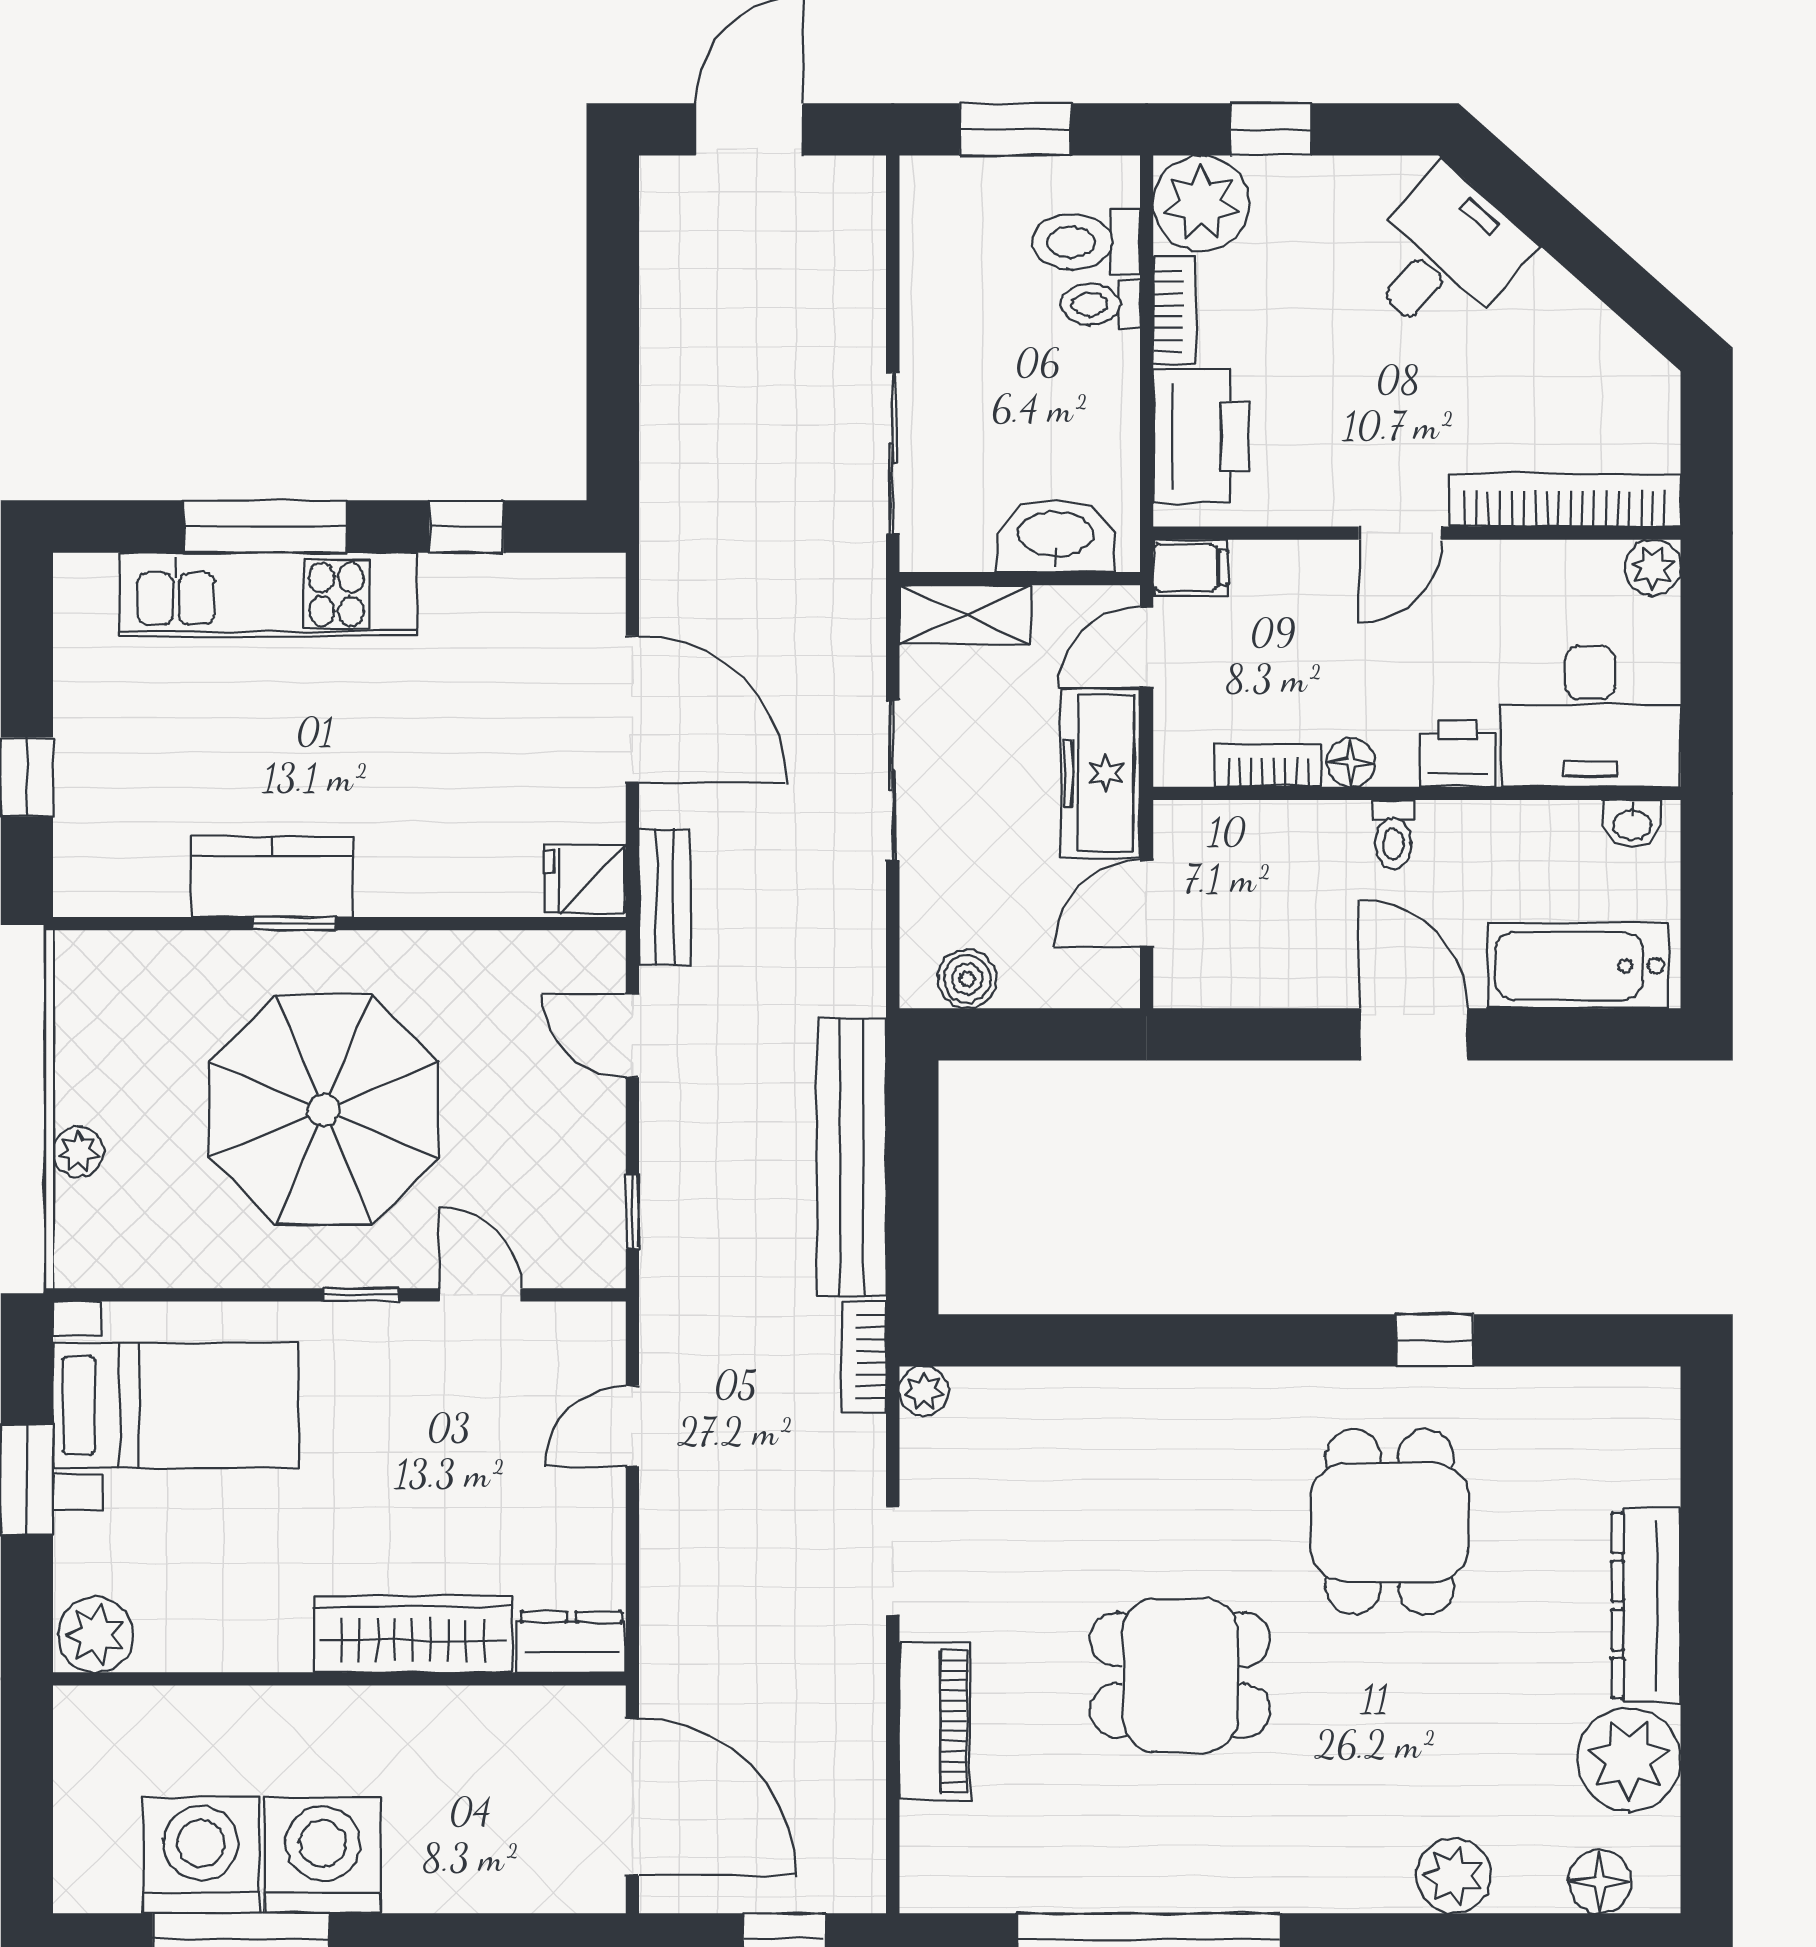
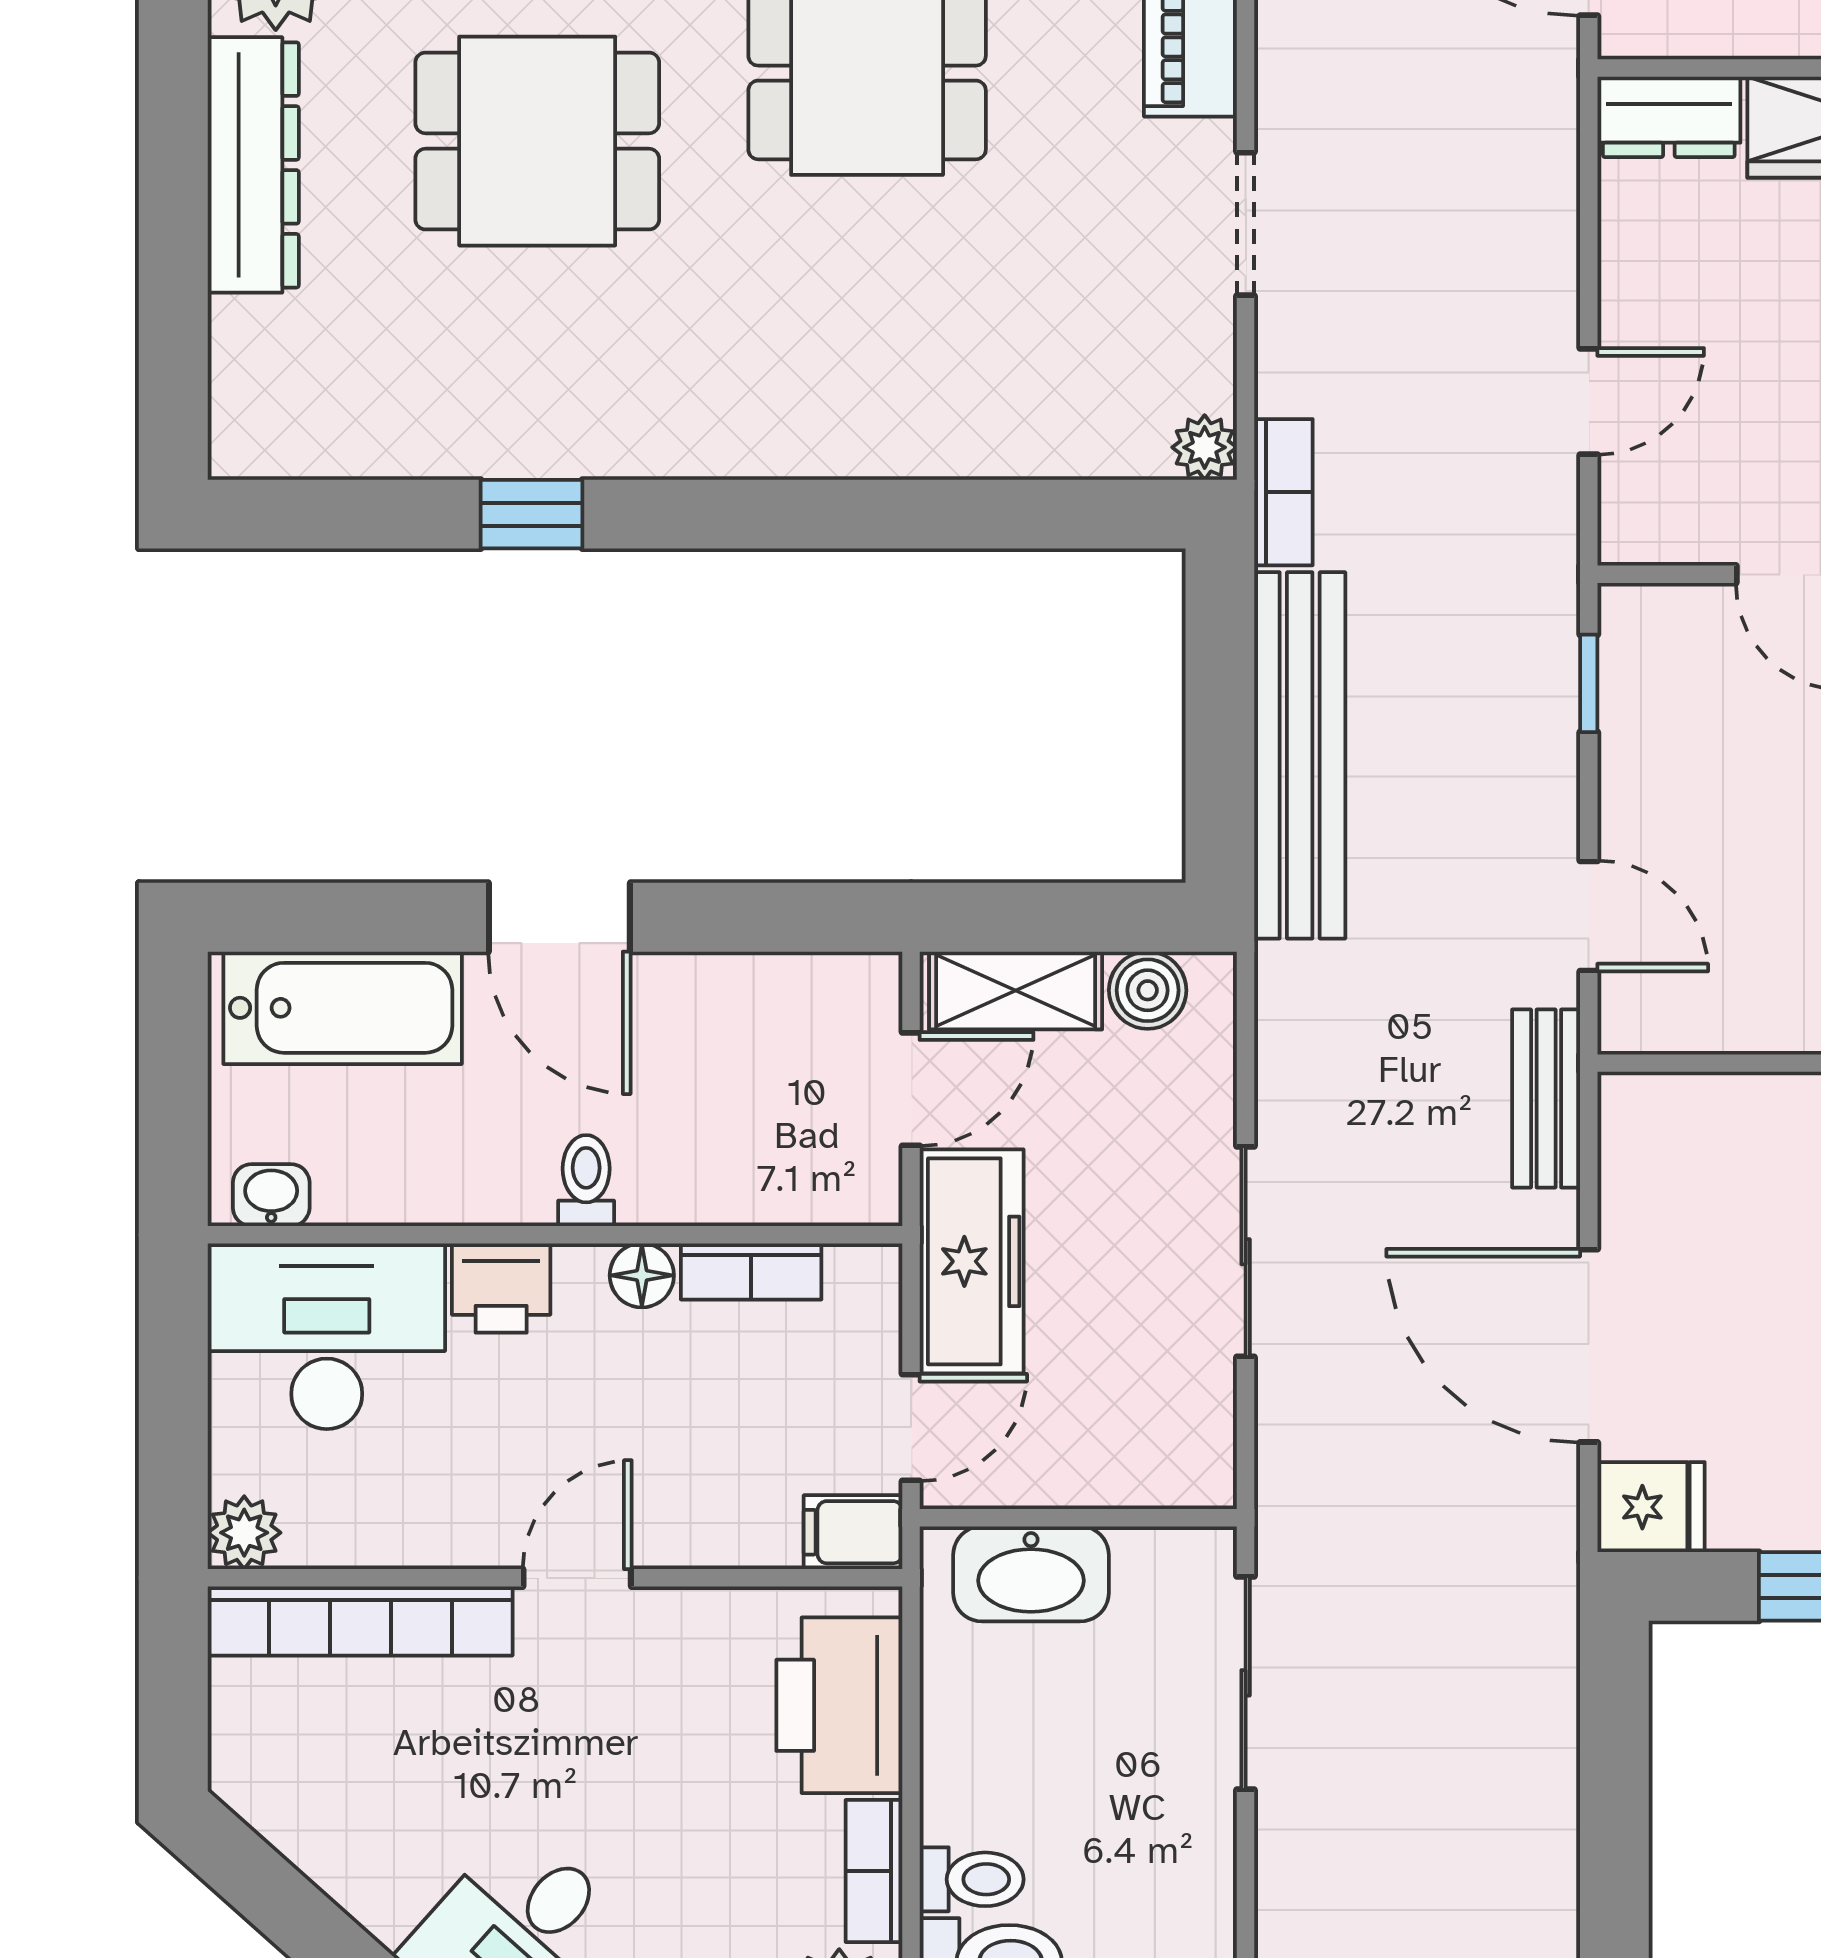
shelving: (965, 615) -> (1016, 991), moved
fridge: (585, 879) -> (1651, 1507), moved
dining table: (1390, 1522) -> (537, 141), moved, turned 90

